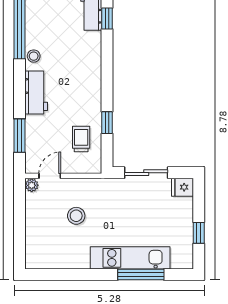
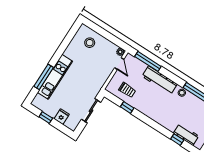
workbench: (36, 92) -> (160, 80), width x1.38
window: (20, 136) -> (148, 61), width x1.44
fridge: (182, 187) -> (62, 117), moved
stool: (76, 216) -> (90, 43), moved

